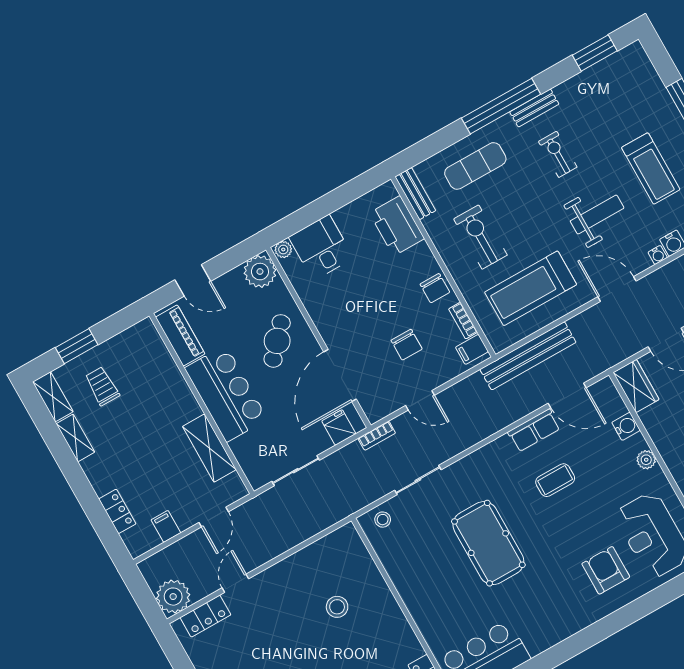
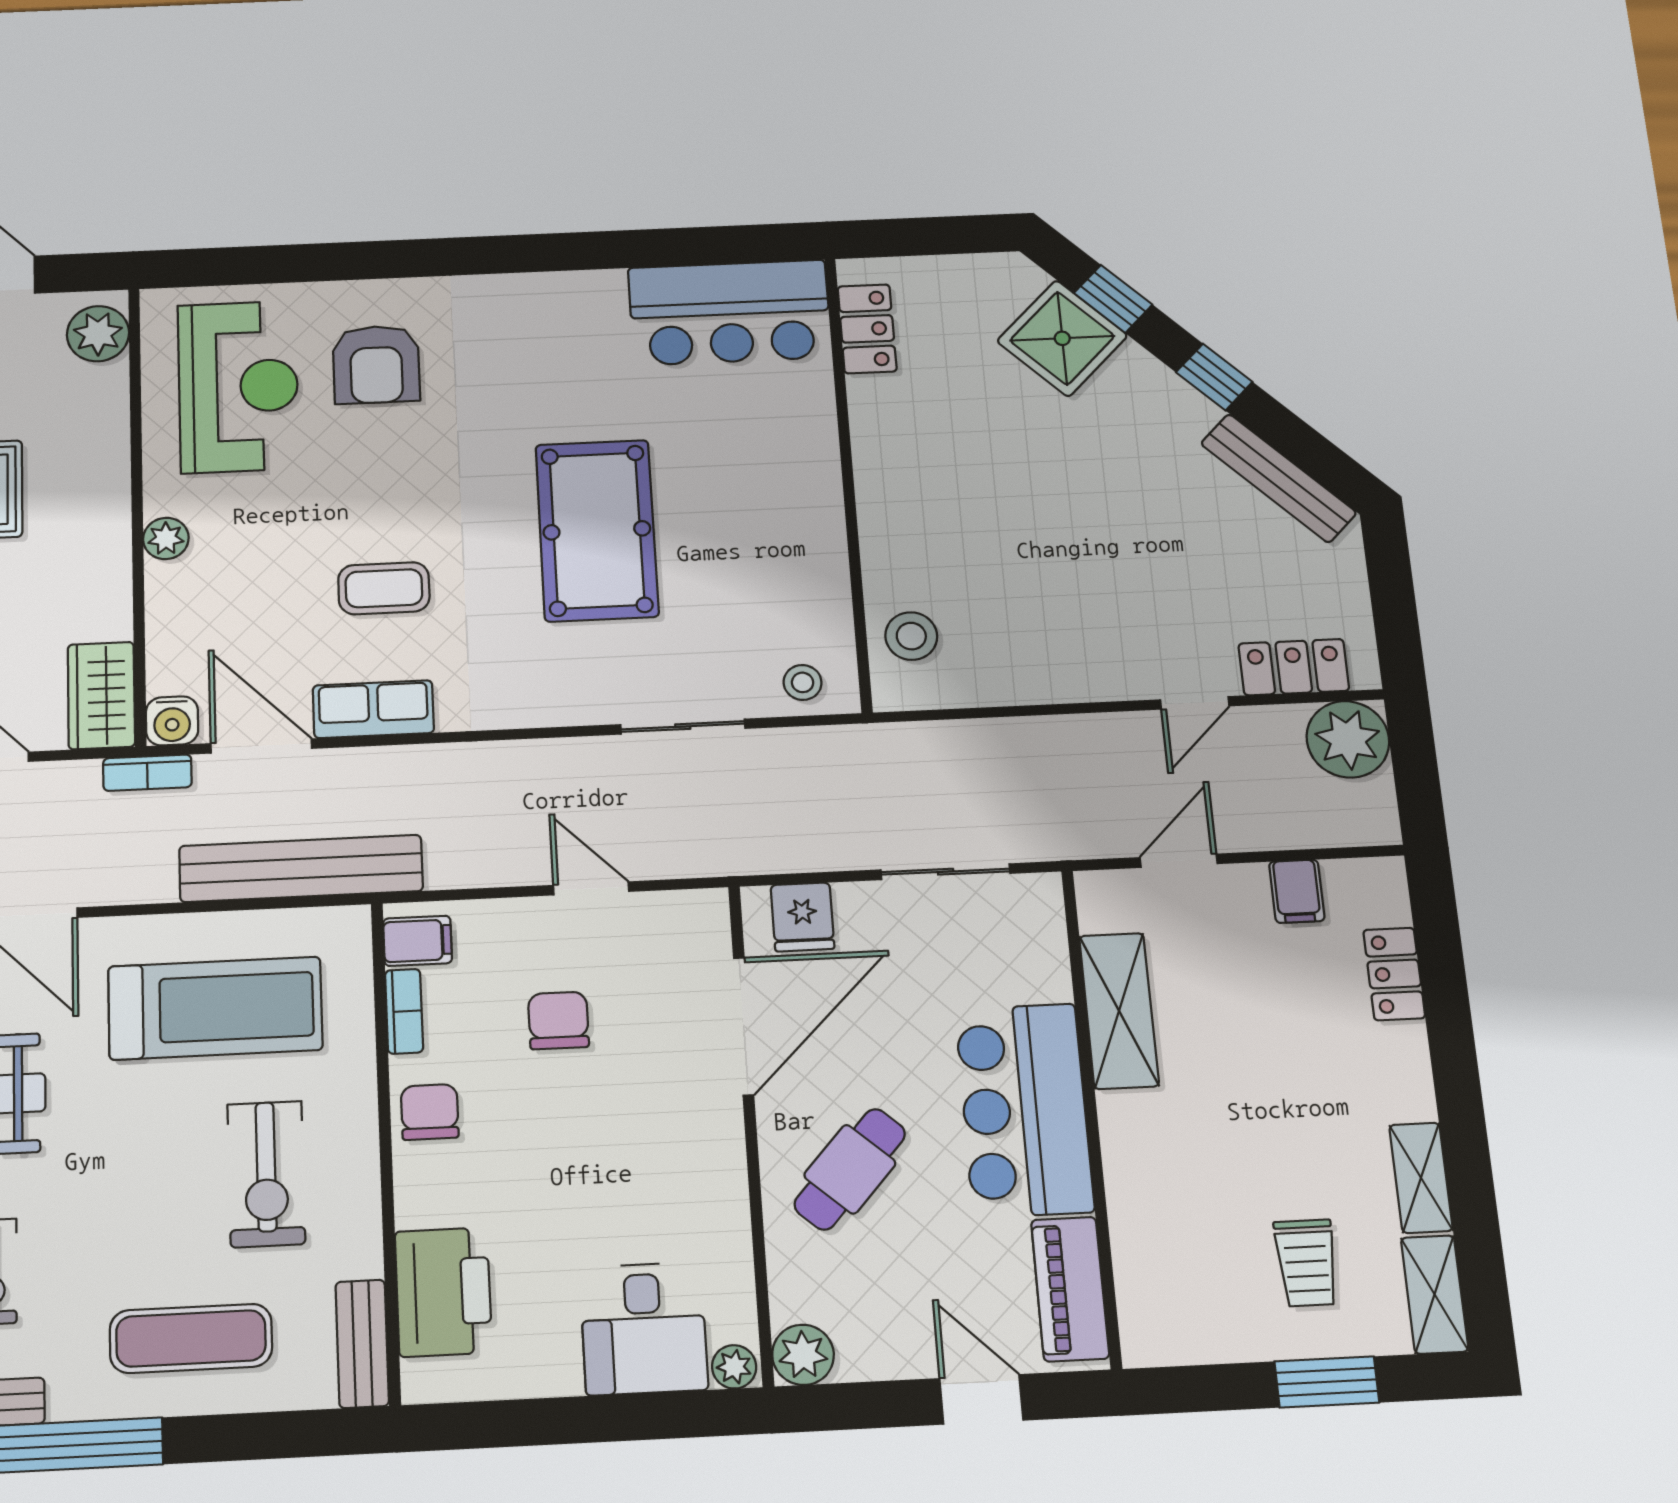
plant: (260, 272) -> (803, 1355), width x0.73, depth x0.73
water cooler: (626, 426) -> (172, 721), moved, turned -90
bookcase: (377, 436) -> (147, 773), moved, turned 180
stool: (337, 607) -> (911, 636), moved

